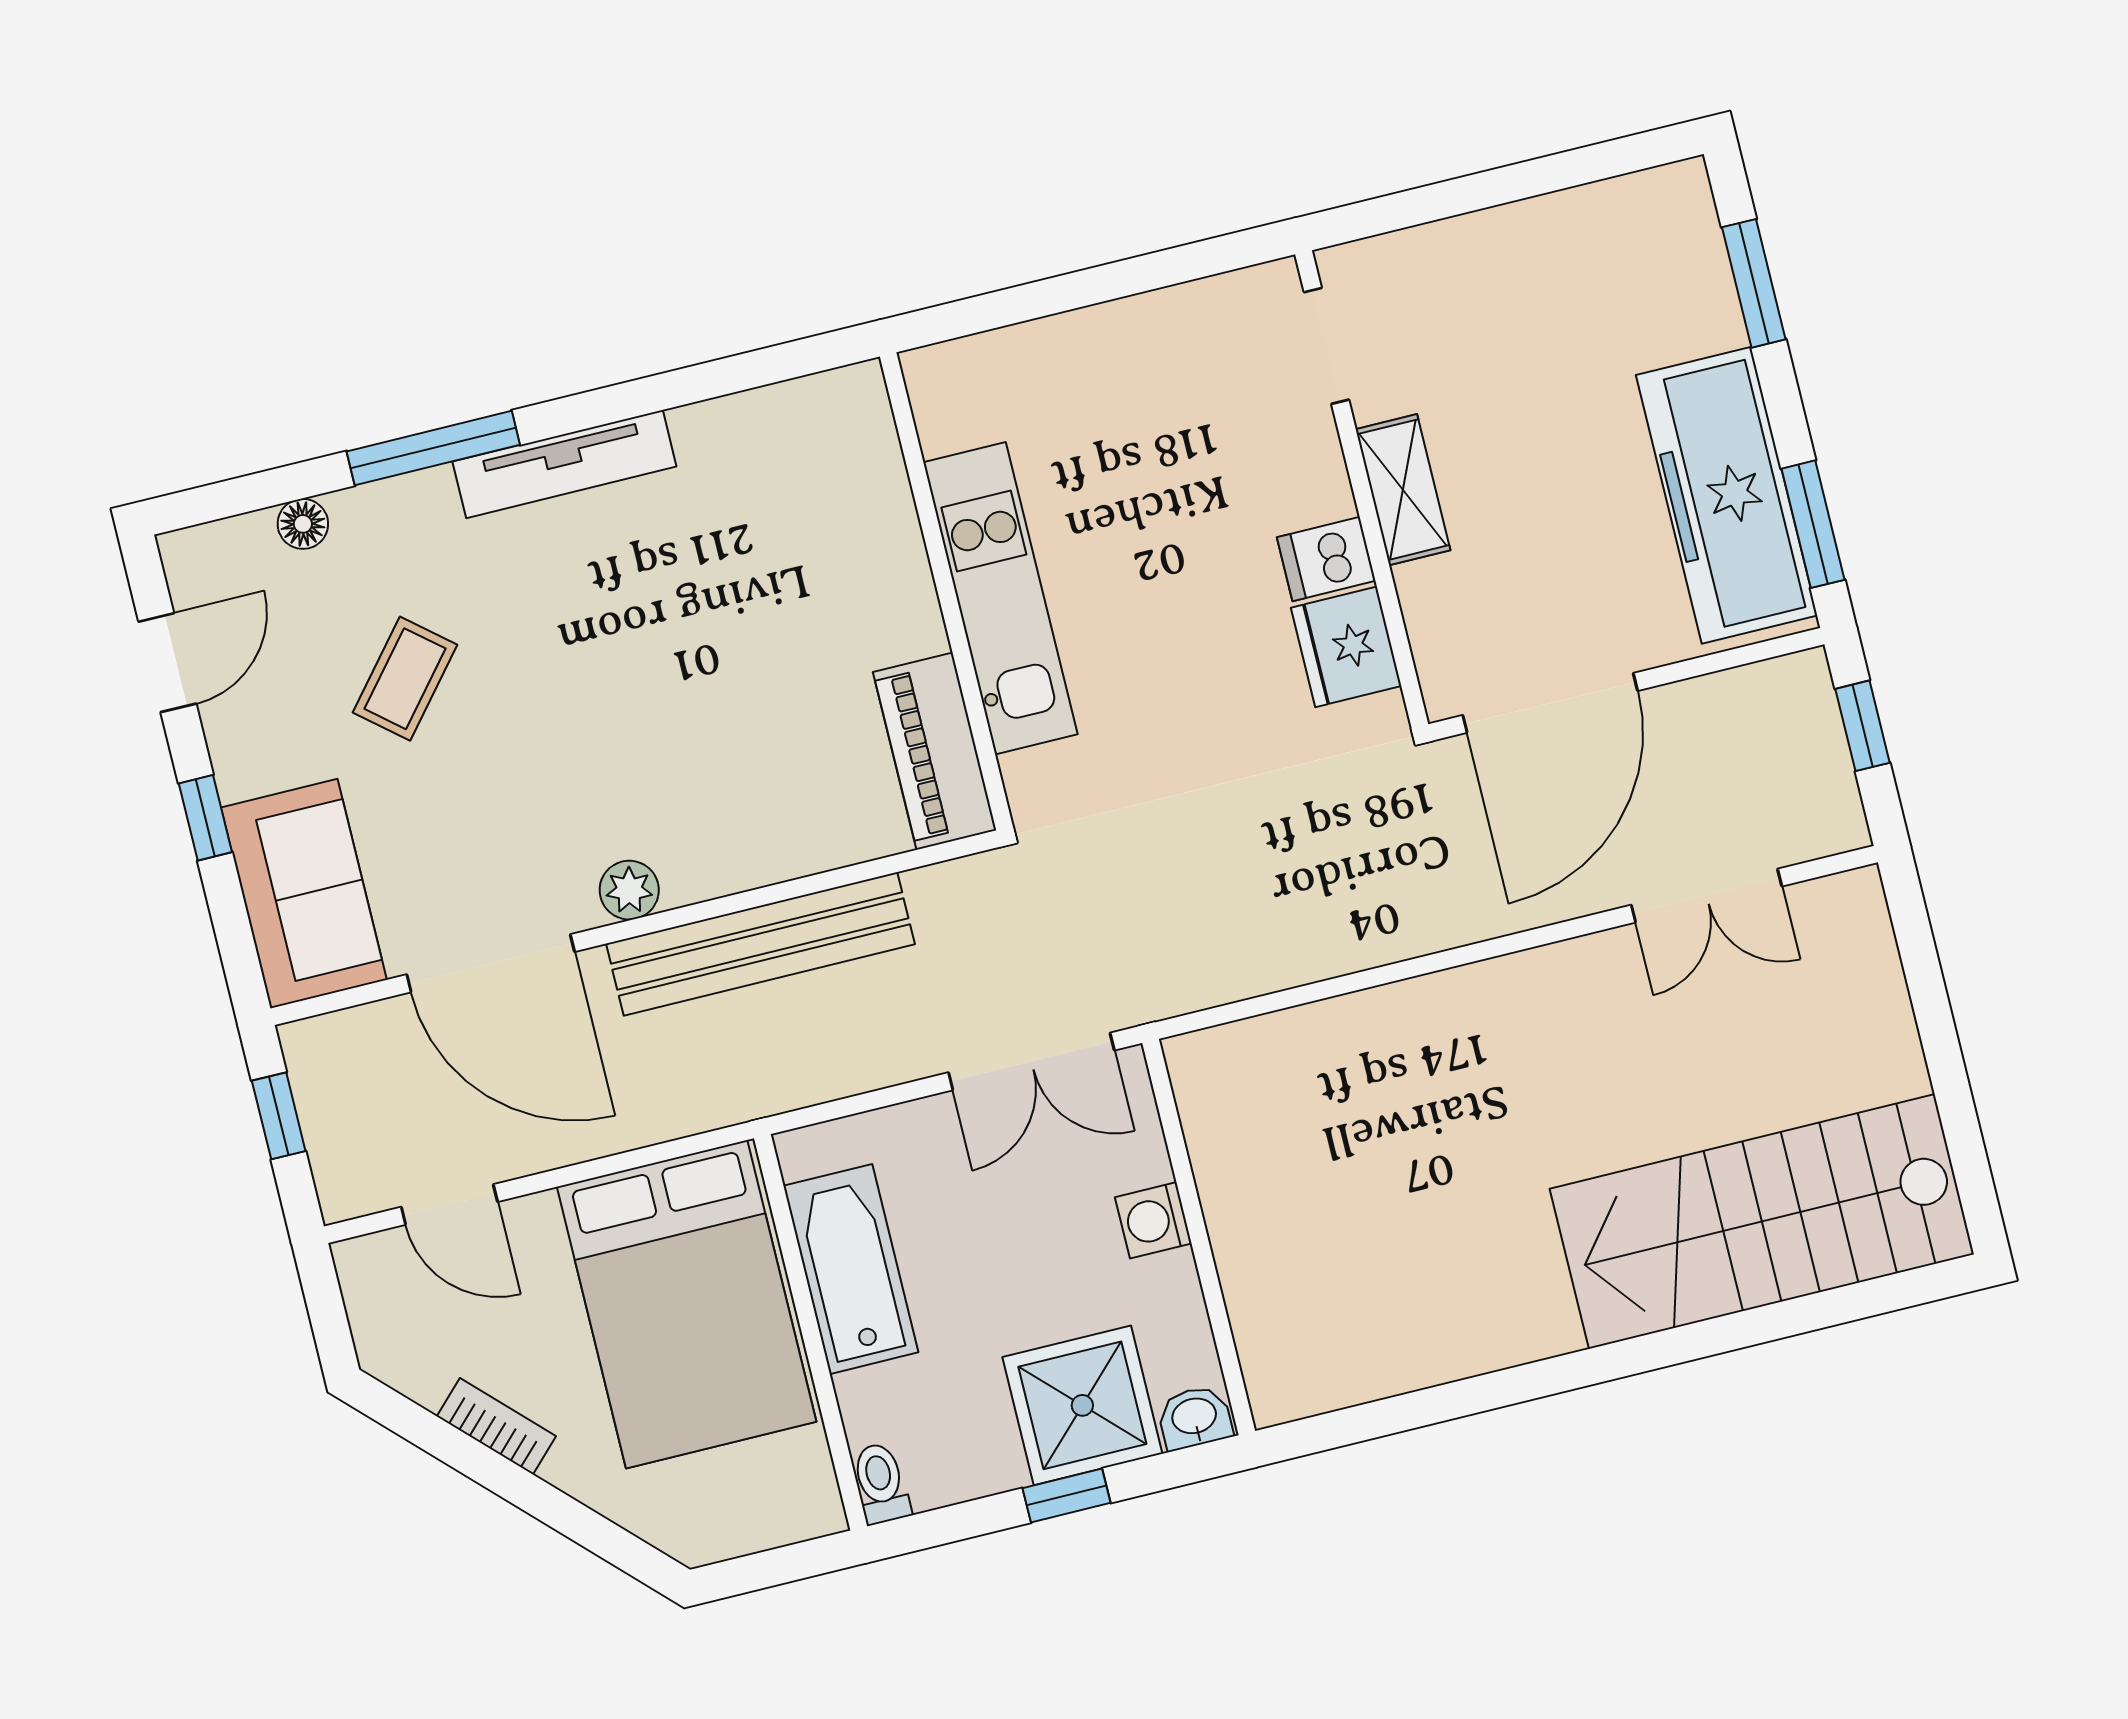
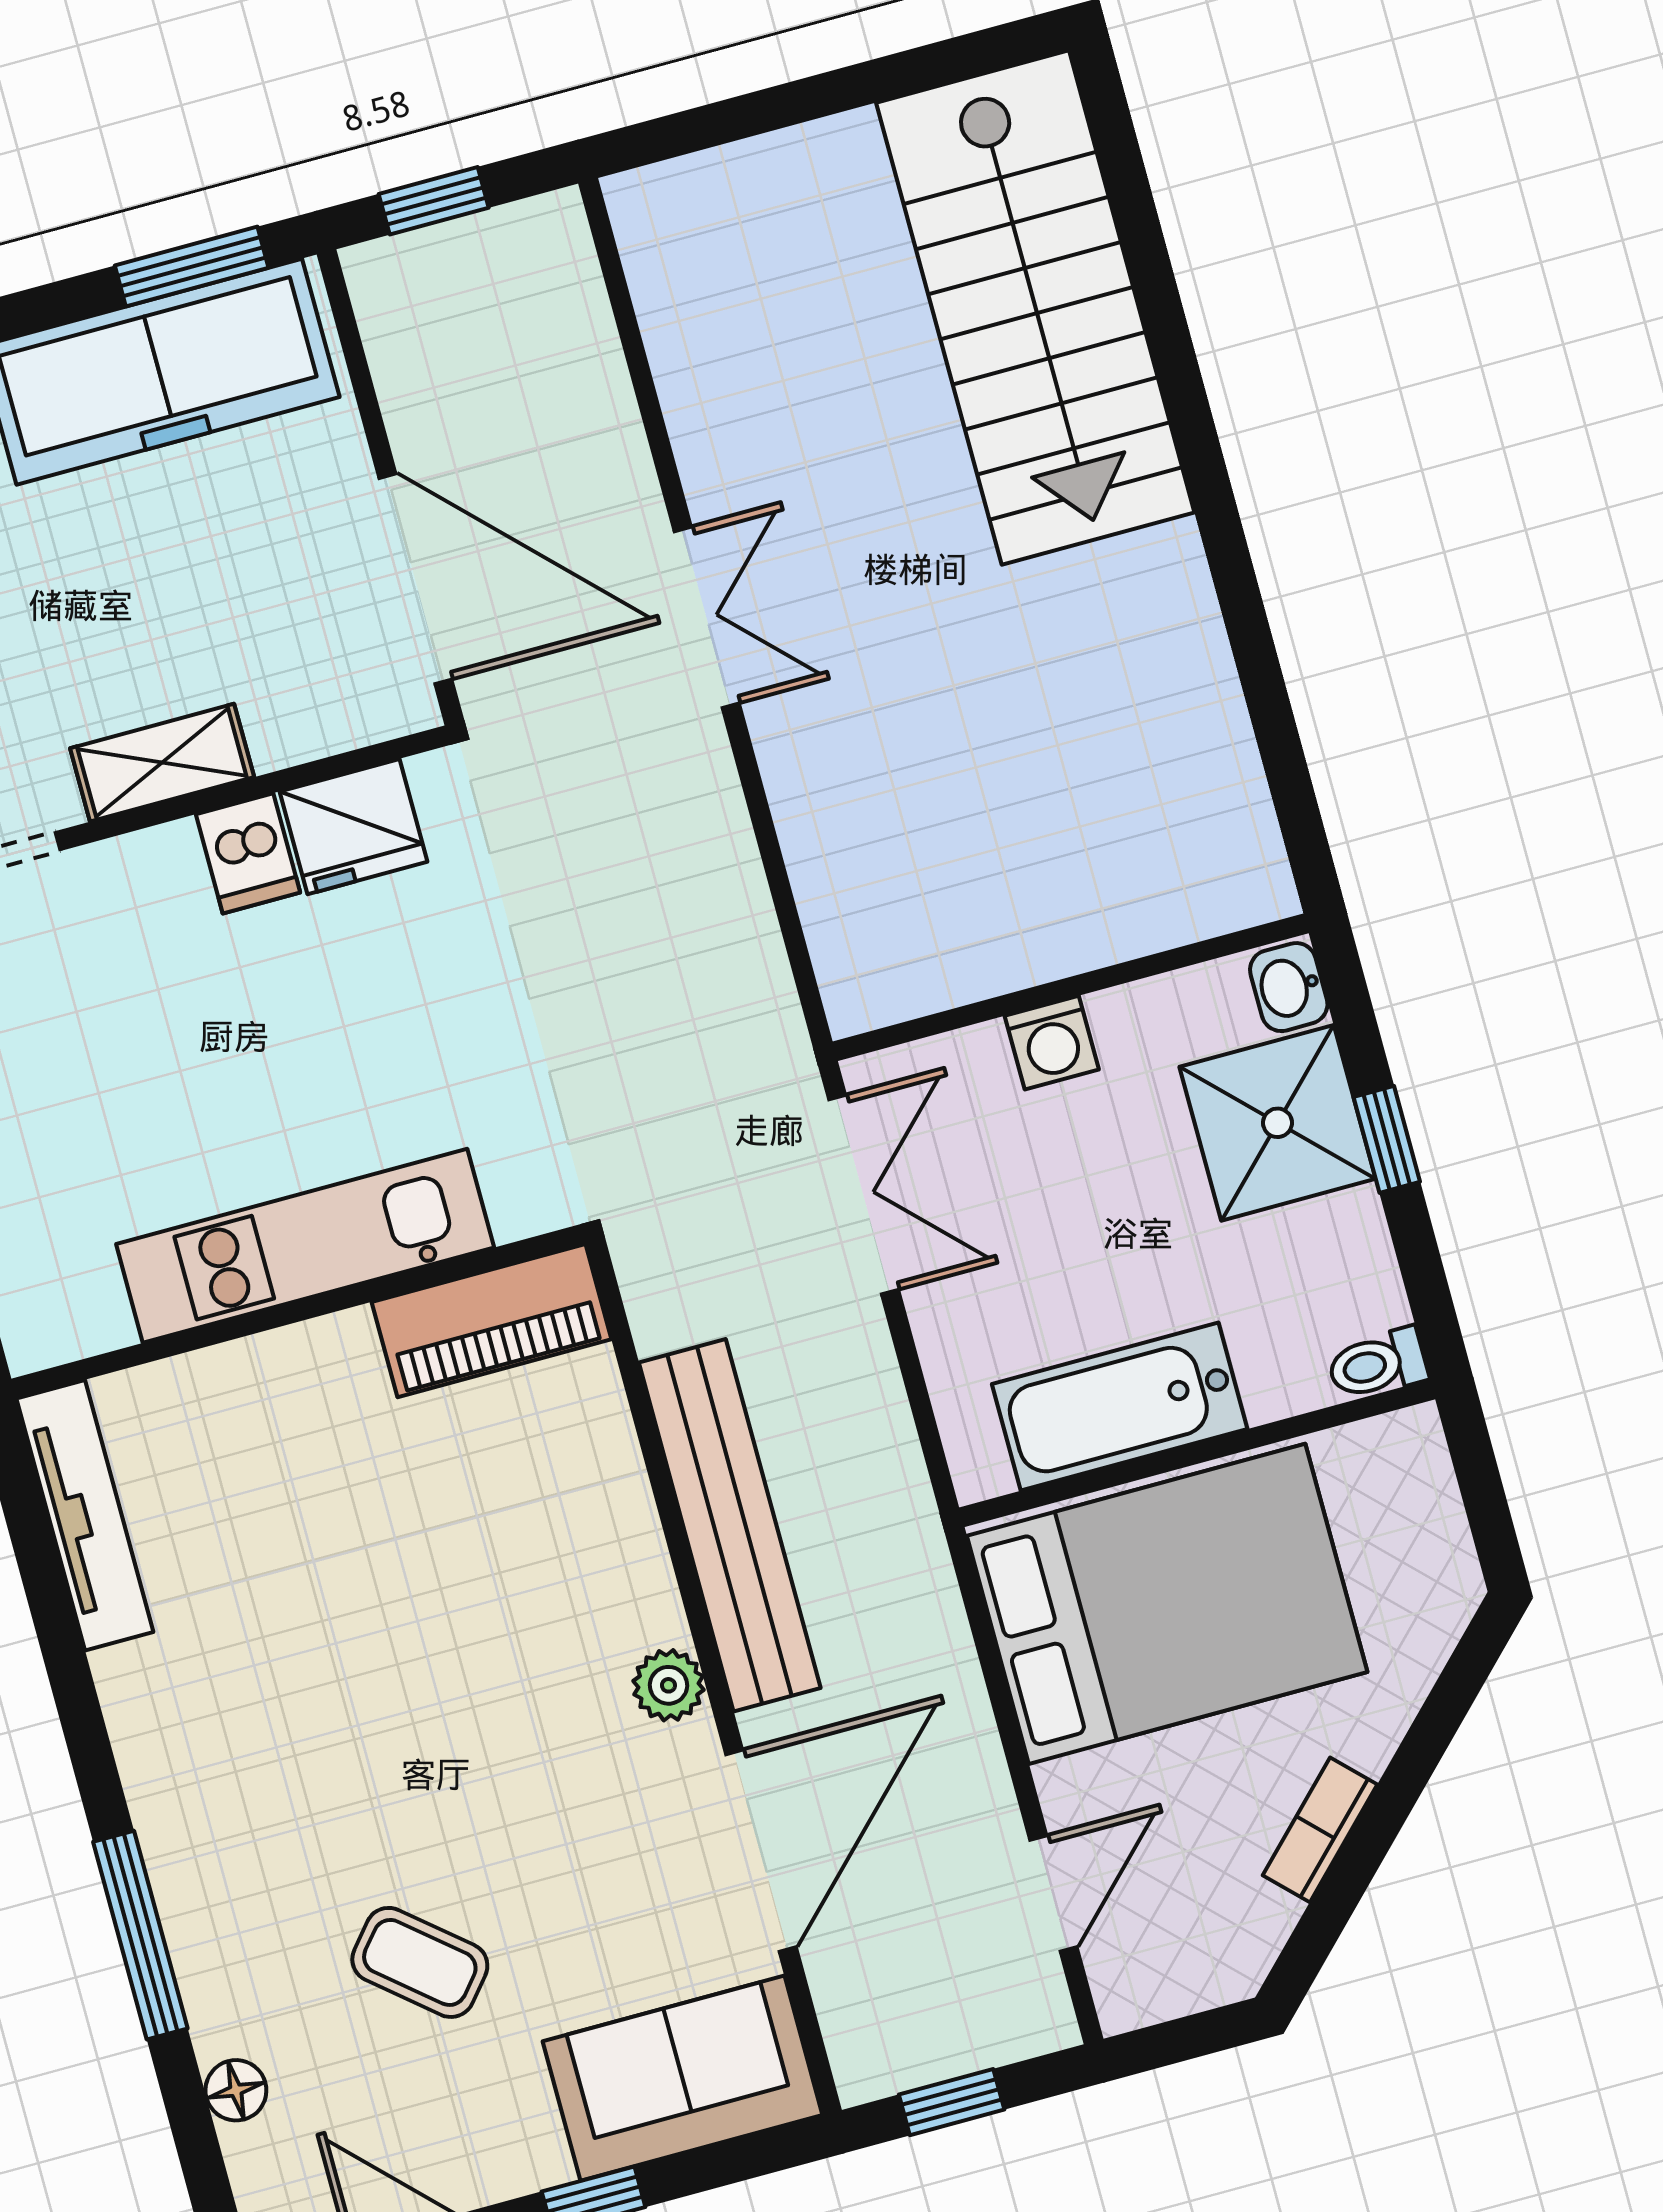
tv unit: (564, 464) -> (85, 1515), moved
double door: (1707, 896) -> (707, 617), moved

